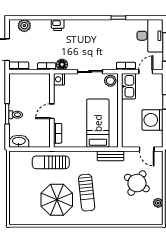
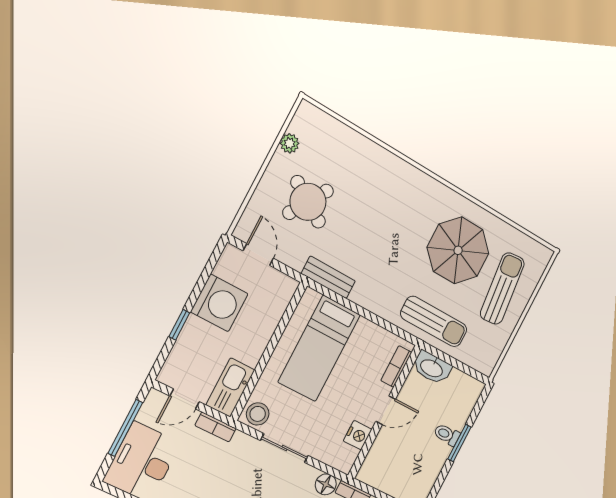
nightstand: (59, 79) -> (358, 435), moved
washbasin: (19, 141) -> (432, 368), moved
sun lounger: (87, 193) -> (502, 289), moved

